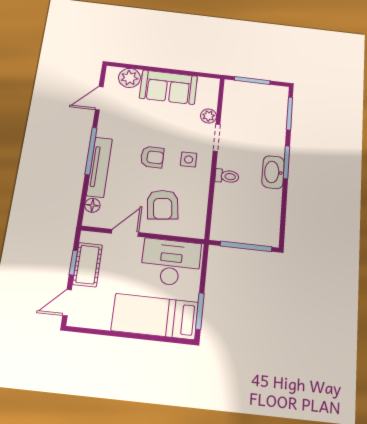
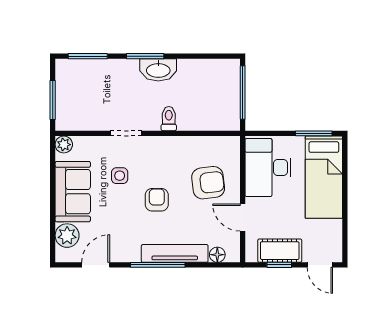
door: (99, 98) -> (96, 265), swing flipped
plant: (208, 116) -> (64, 145), moved
side table: (189, 159) -> (120, 176), moved

